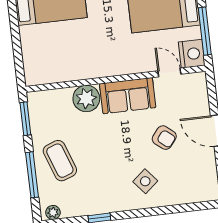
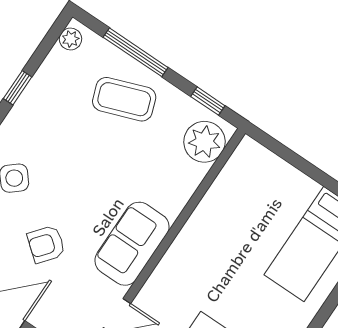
plant: (86, 98) -> (204, 142), moved
window: (25, 119) -> (208, 101), width x0.67

